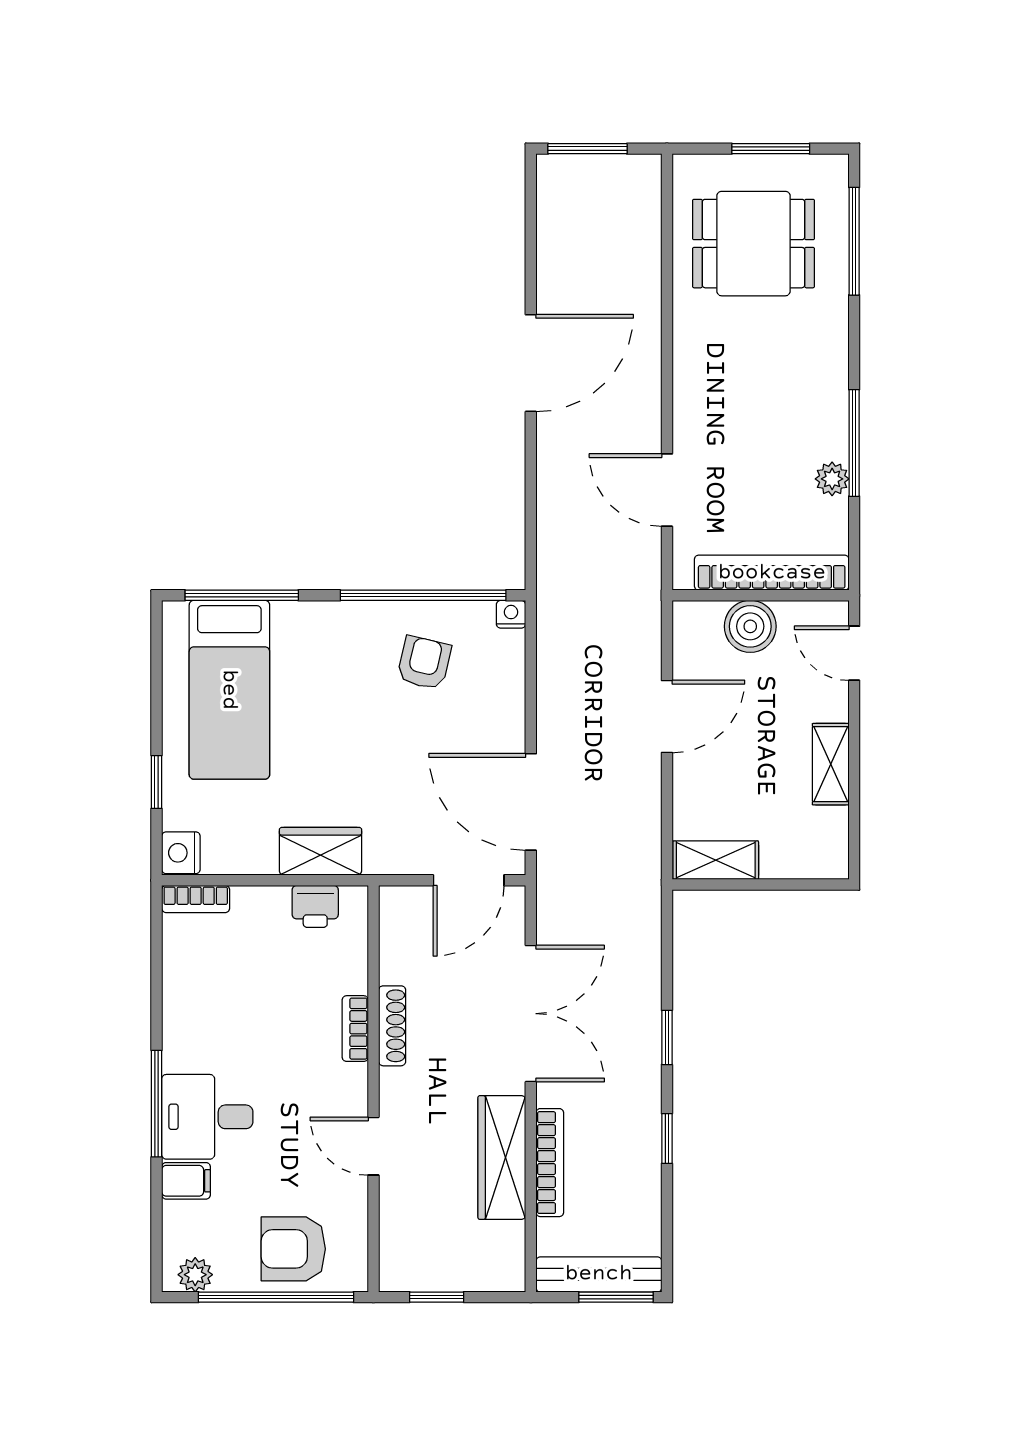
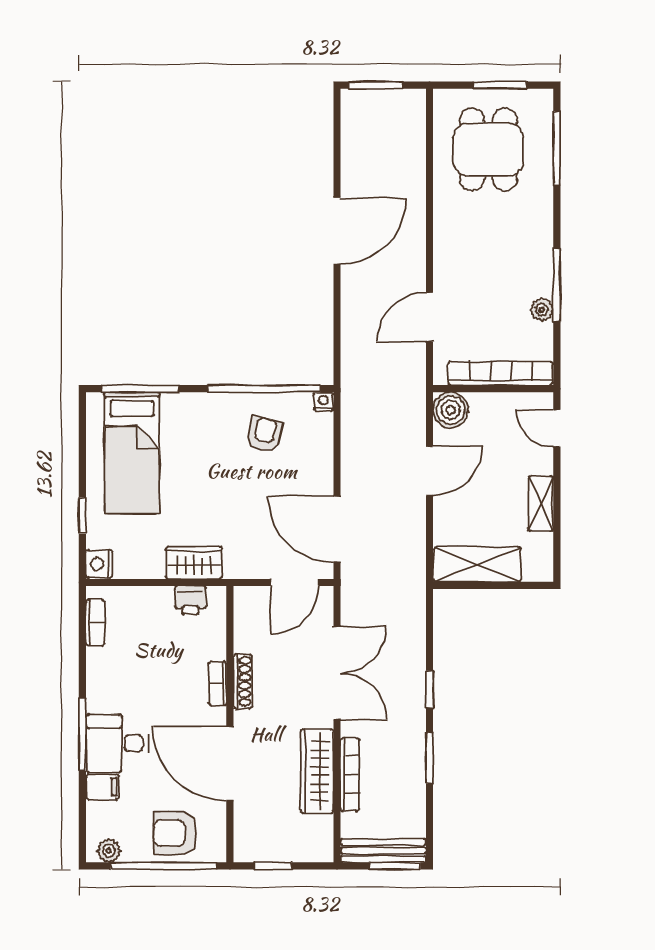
dining table: (754, 244) -> (488, 150), turned 90
door: (667, 490) -> (430, 317), hinge flipped
boiler: (750, 626) -> (451, 410), moved
shelving: (716, 860) -> (477, 564), width x1.50, depth x1.33
bookcase: (196, 899) -> (95, 622), moved, turned -90
window: (667, 1138) -> (430, 758), width x1.50
door: (373, 1146) -> (230, 763), width x1.88

